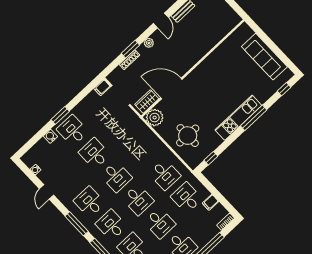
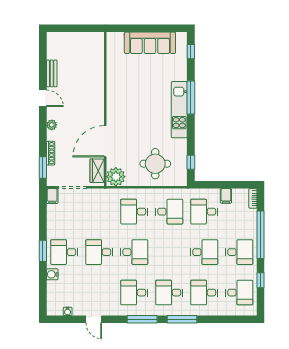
window: (130, 49) -> (43, 167), moved
desk: (138, 200) -> (134, 212), moved, turned 180

